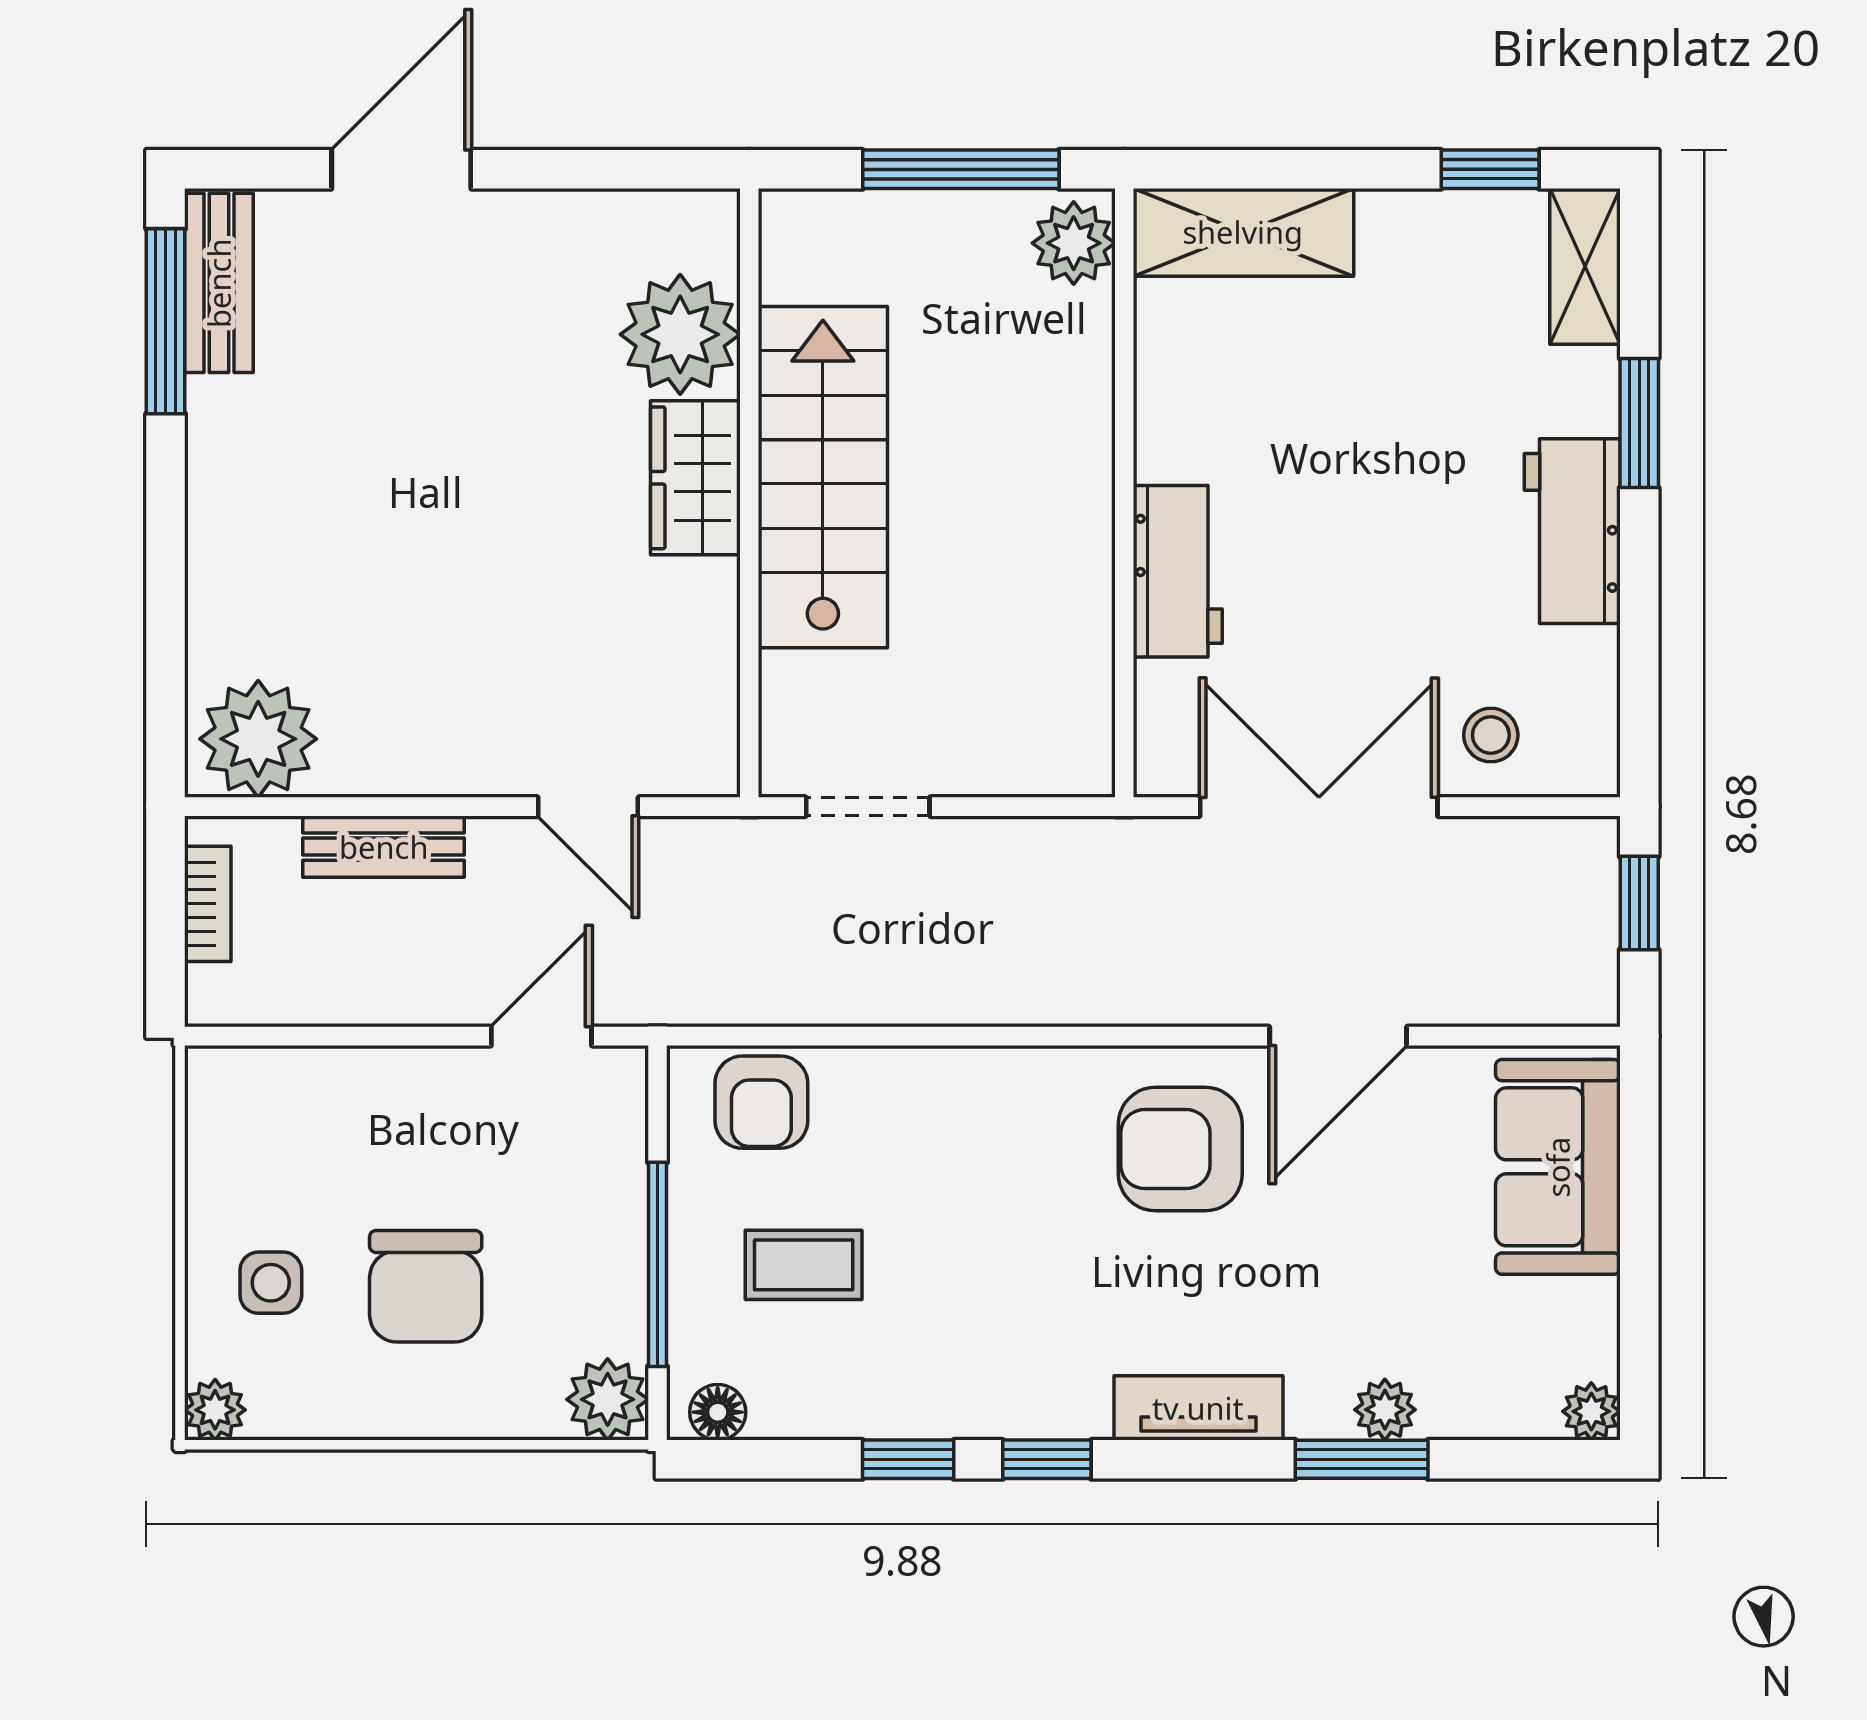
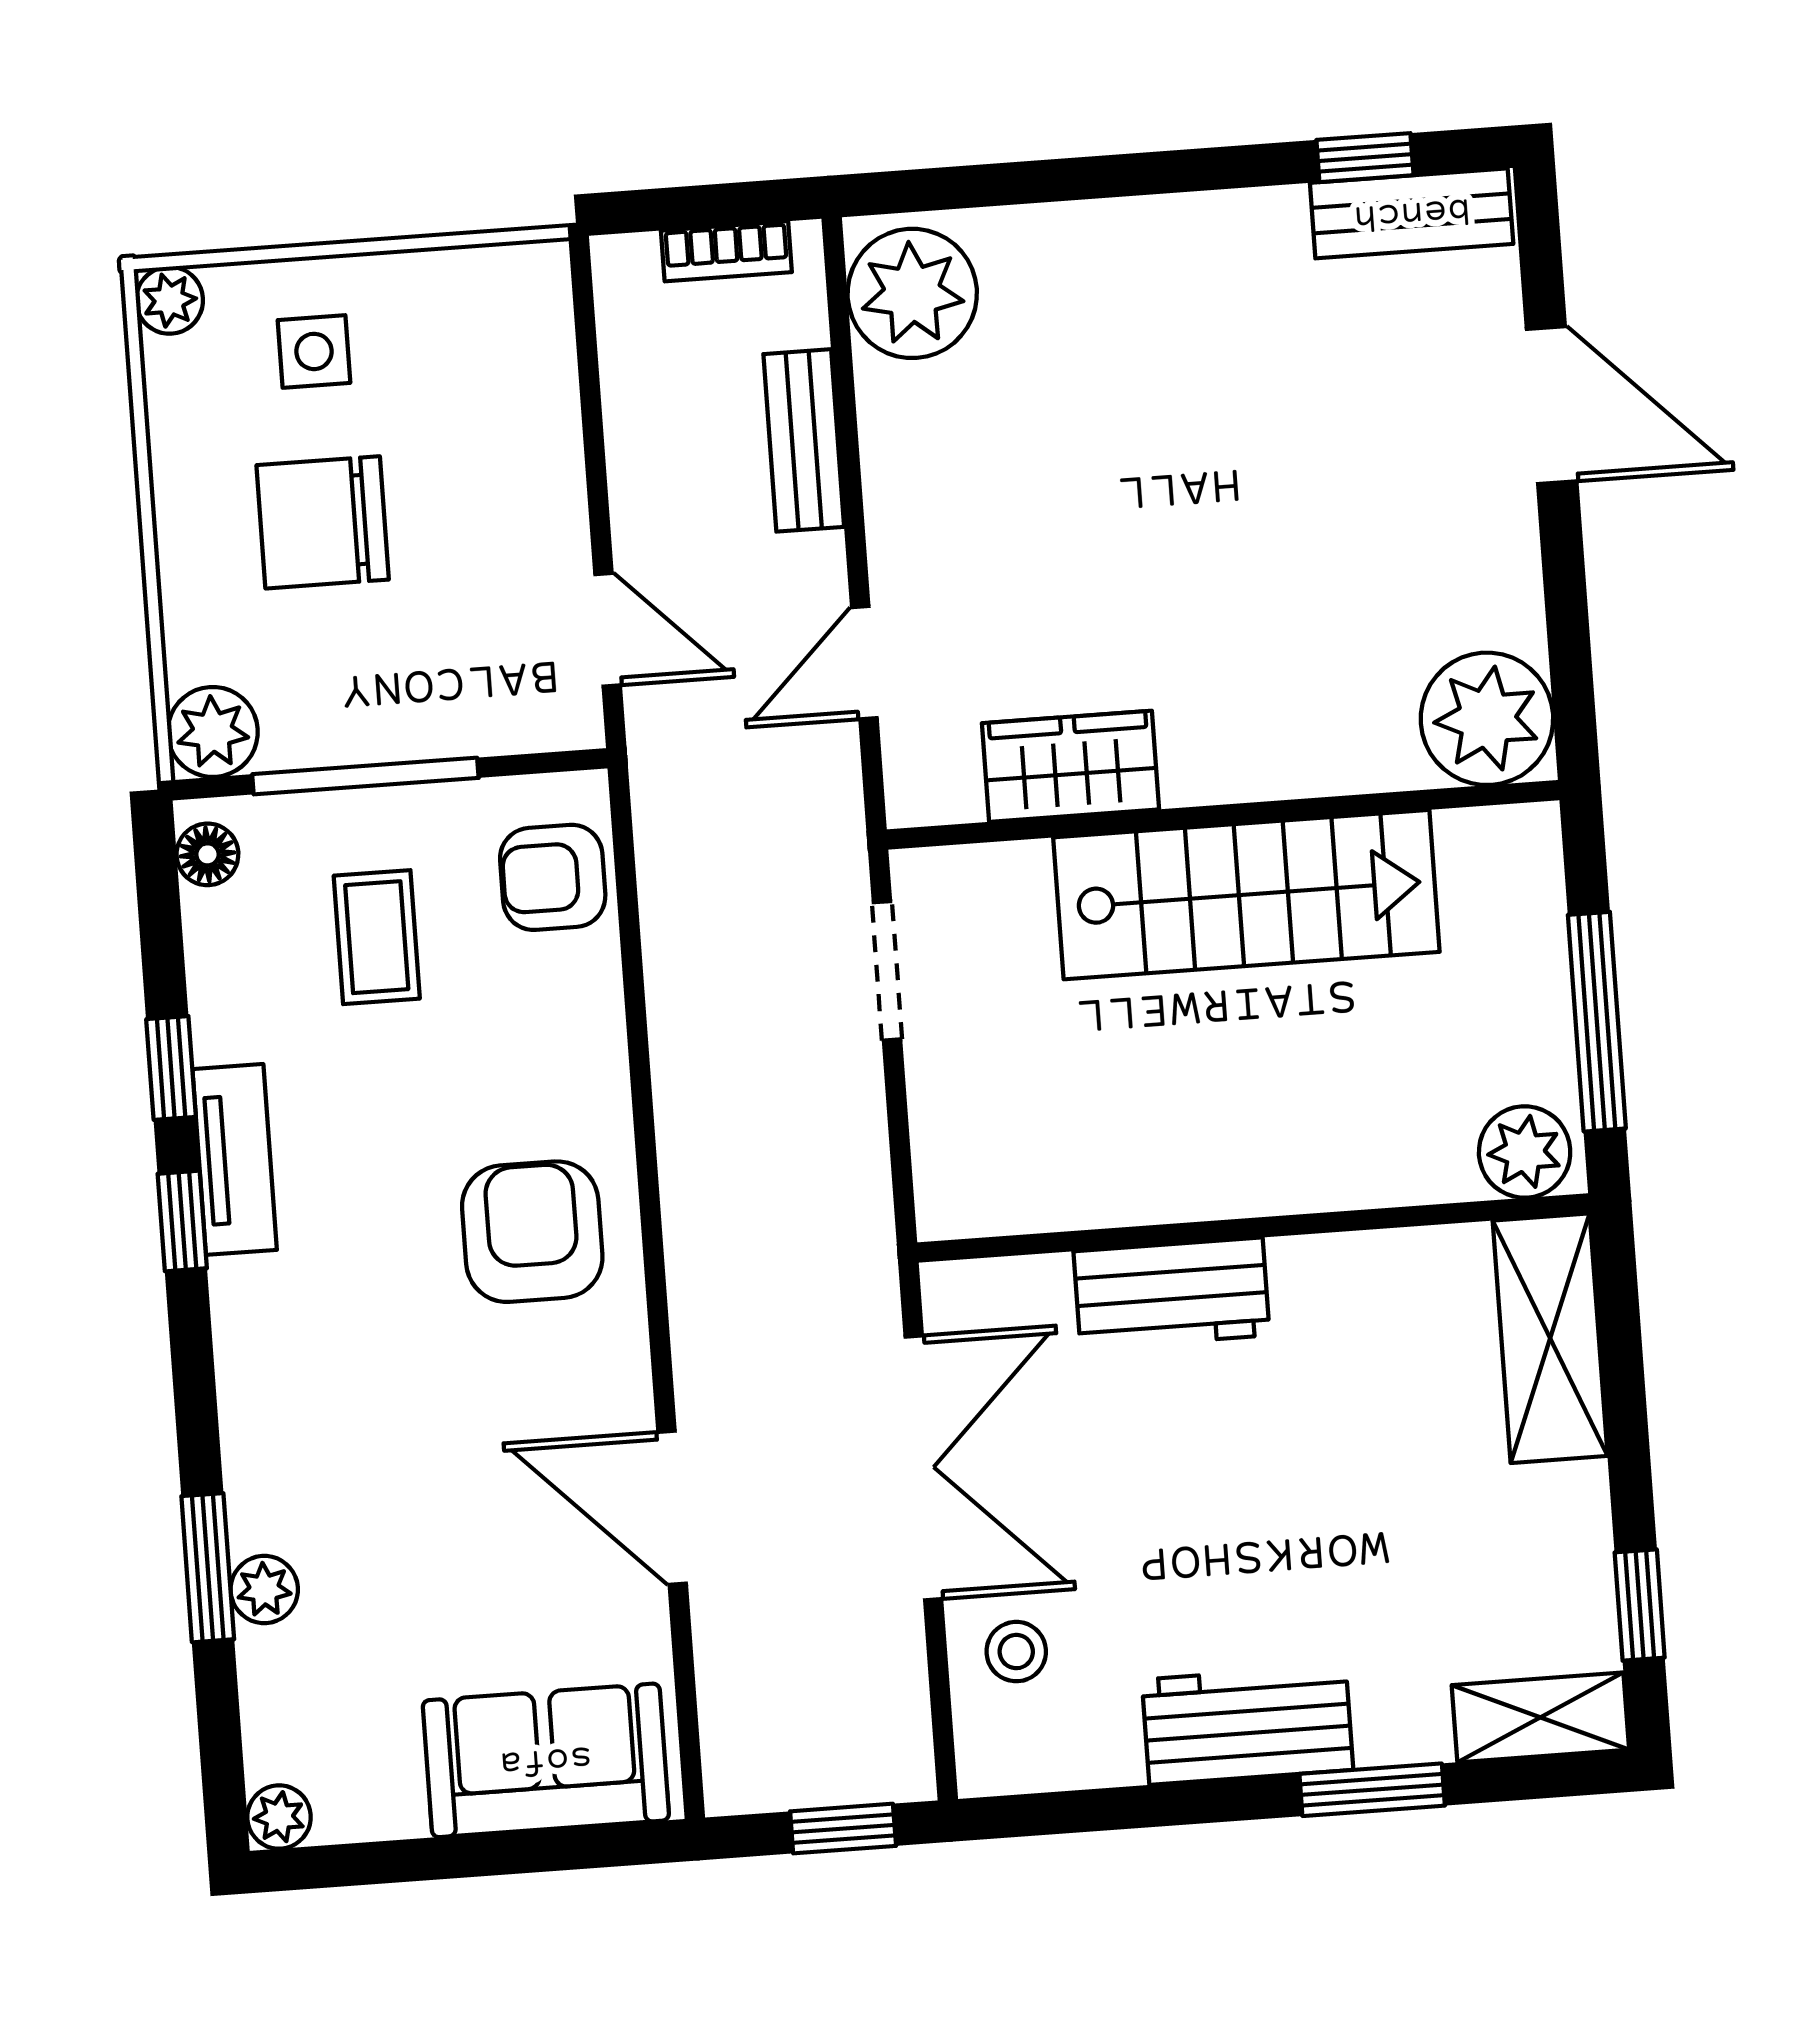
window: (166, 321) -> (1365, 158), width x0.46
plant: (680, 334) -> (1487, 719), moved
wardrobe: (695, 478) -> (1070, 766), moved
armchair: (1180, 1149) -> (532, 1232), moved
tv unit: (1198, 1408) -> (235, 1159), moved

